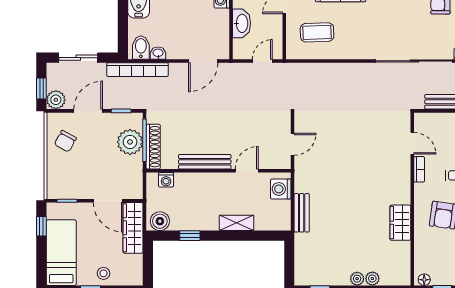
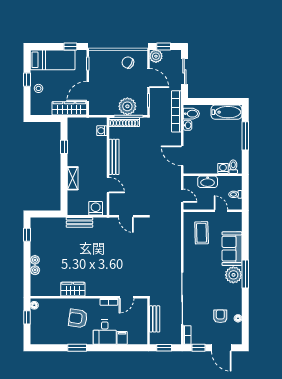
boiler: (160, 221) -> (74, 127), removed

